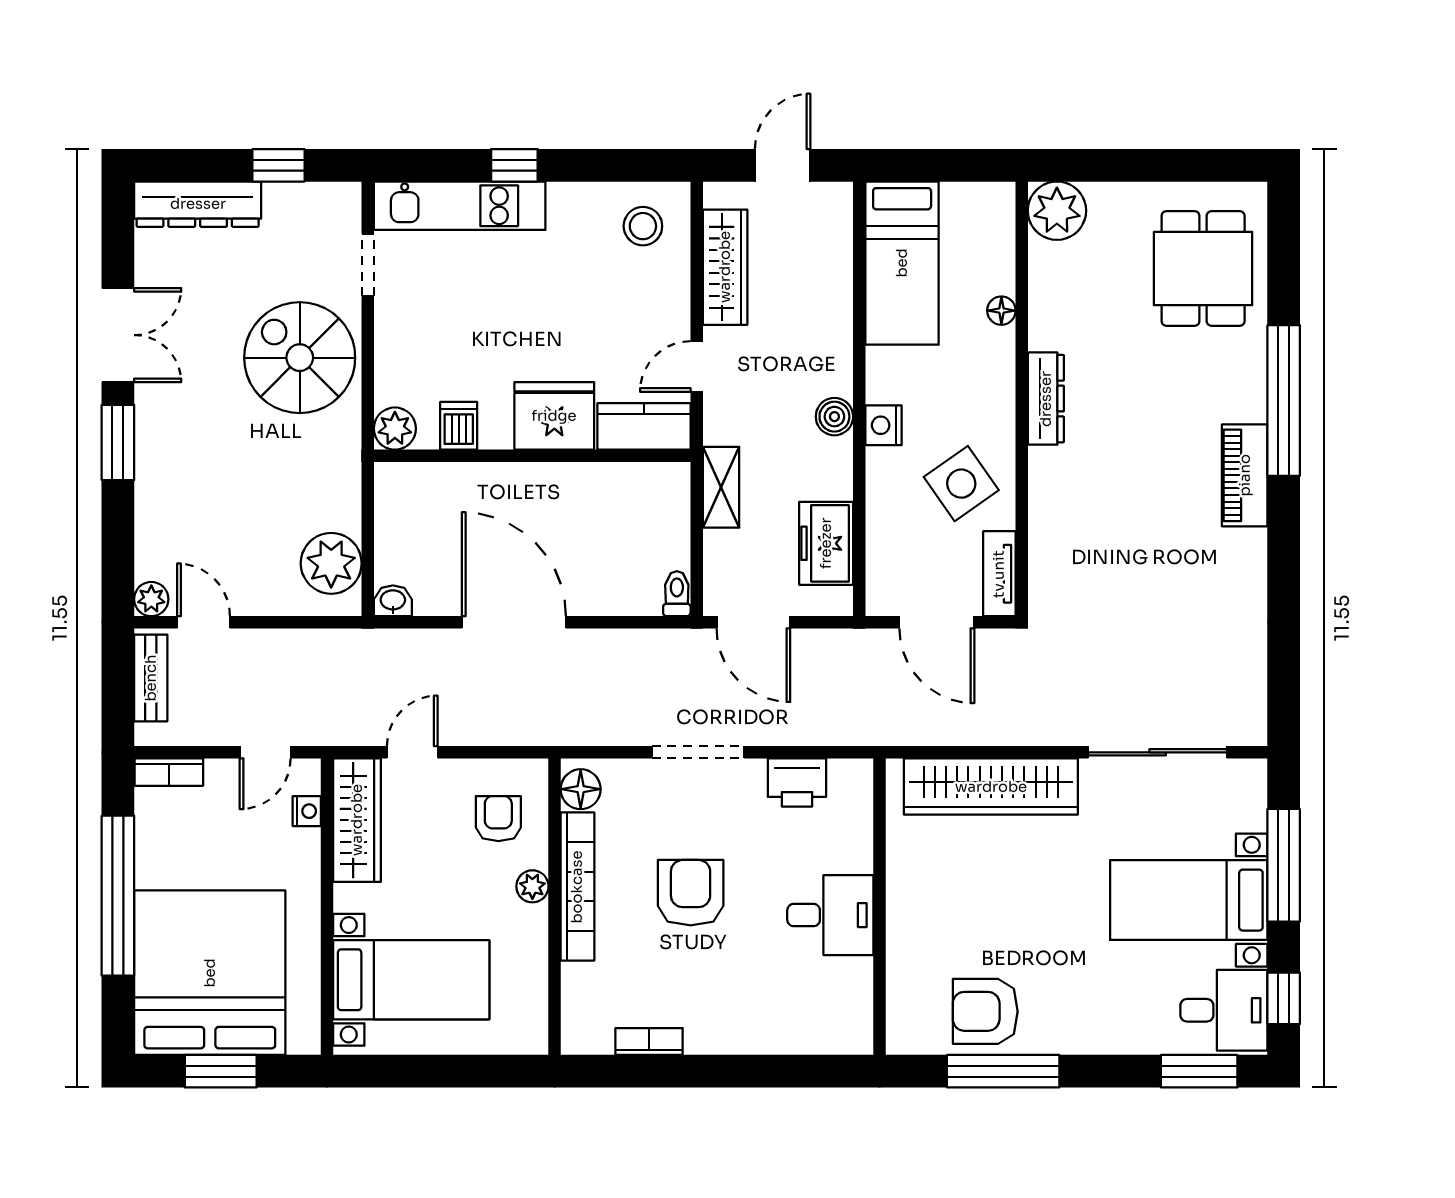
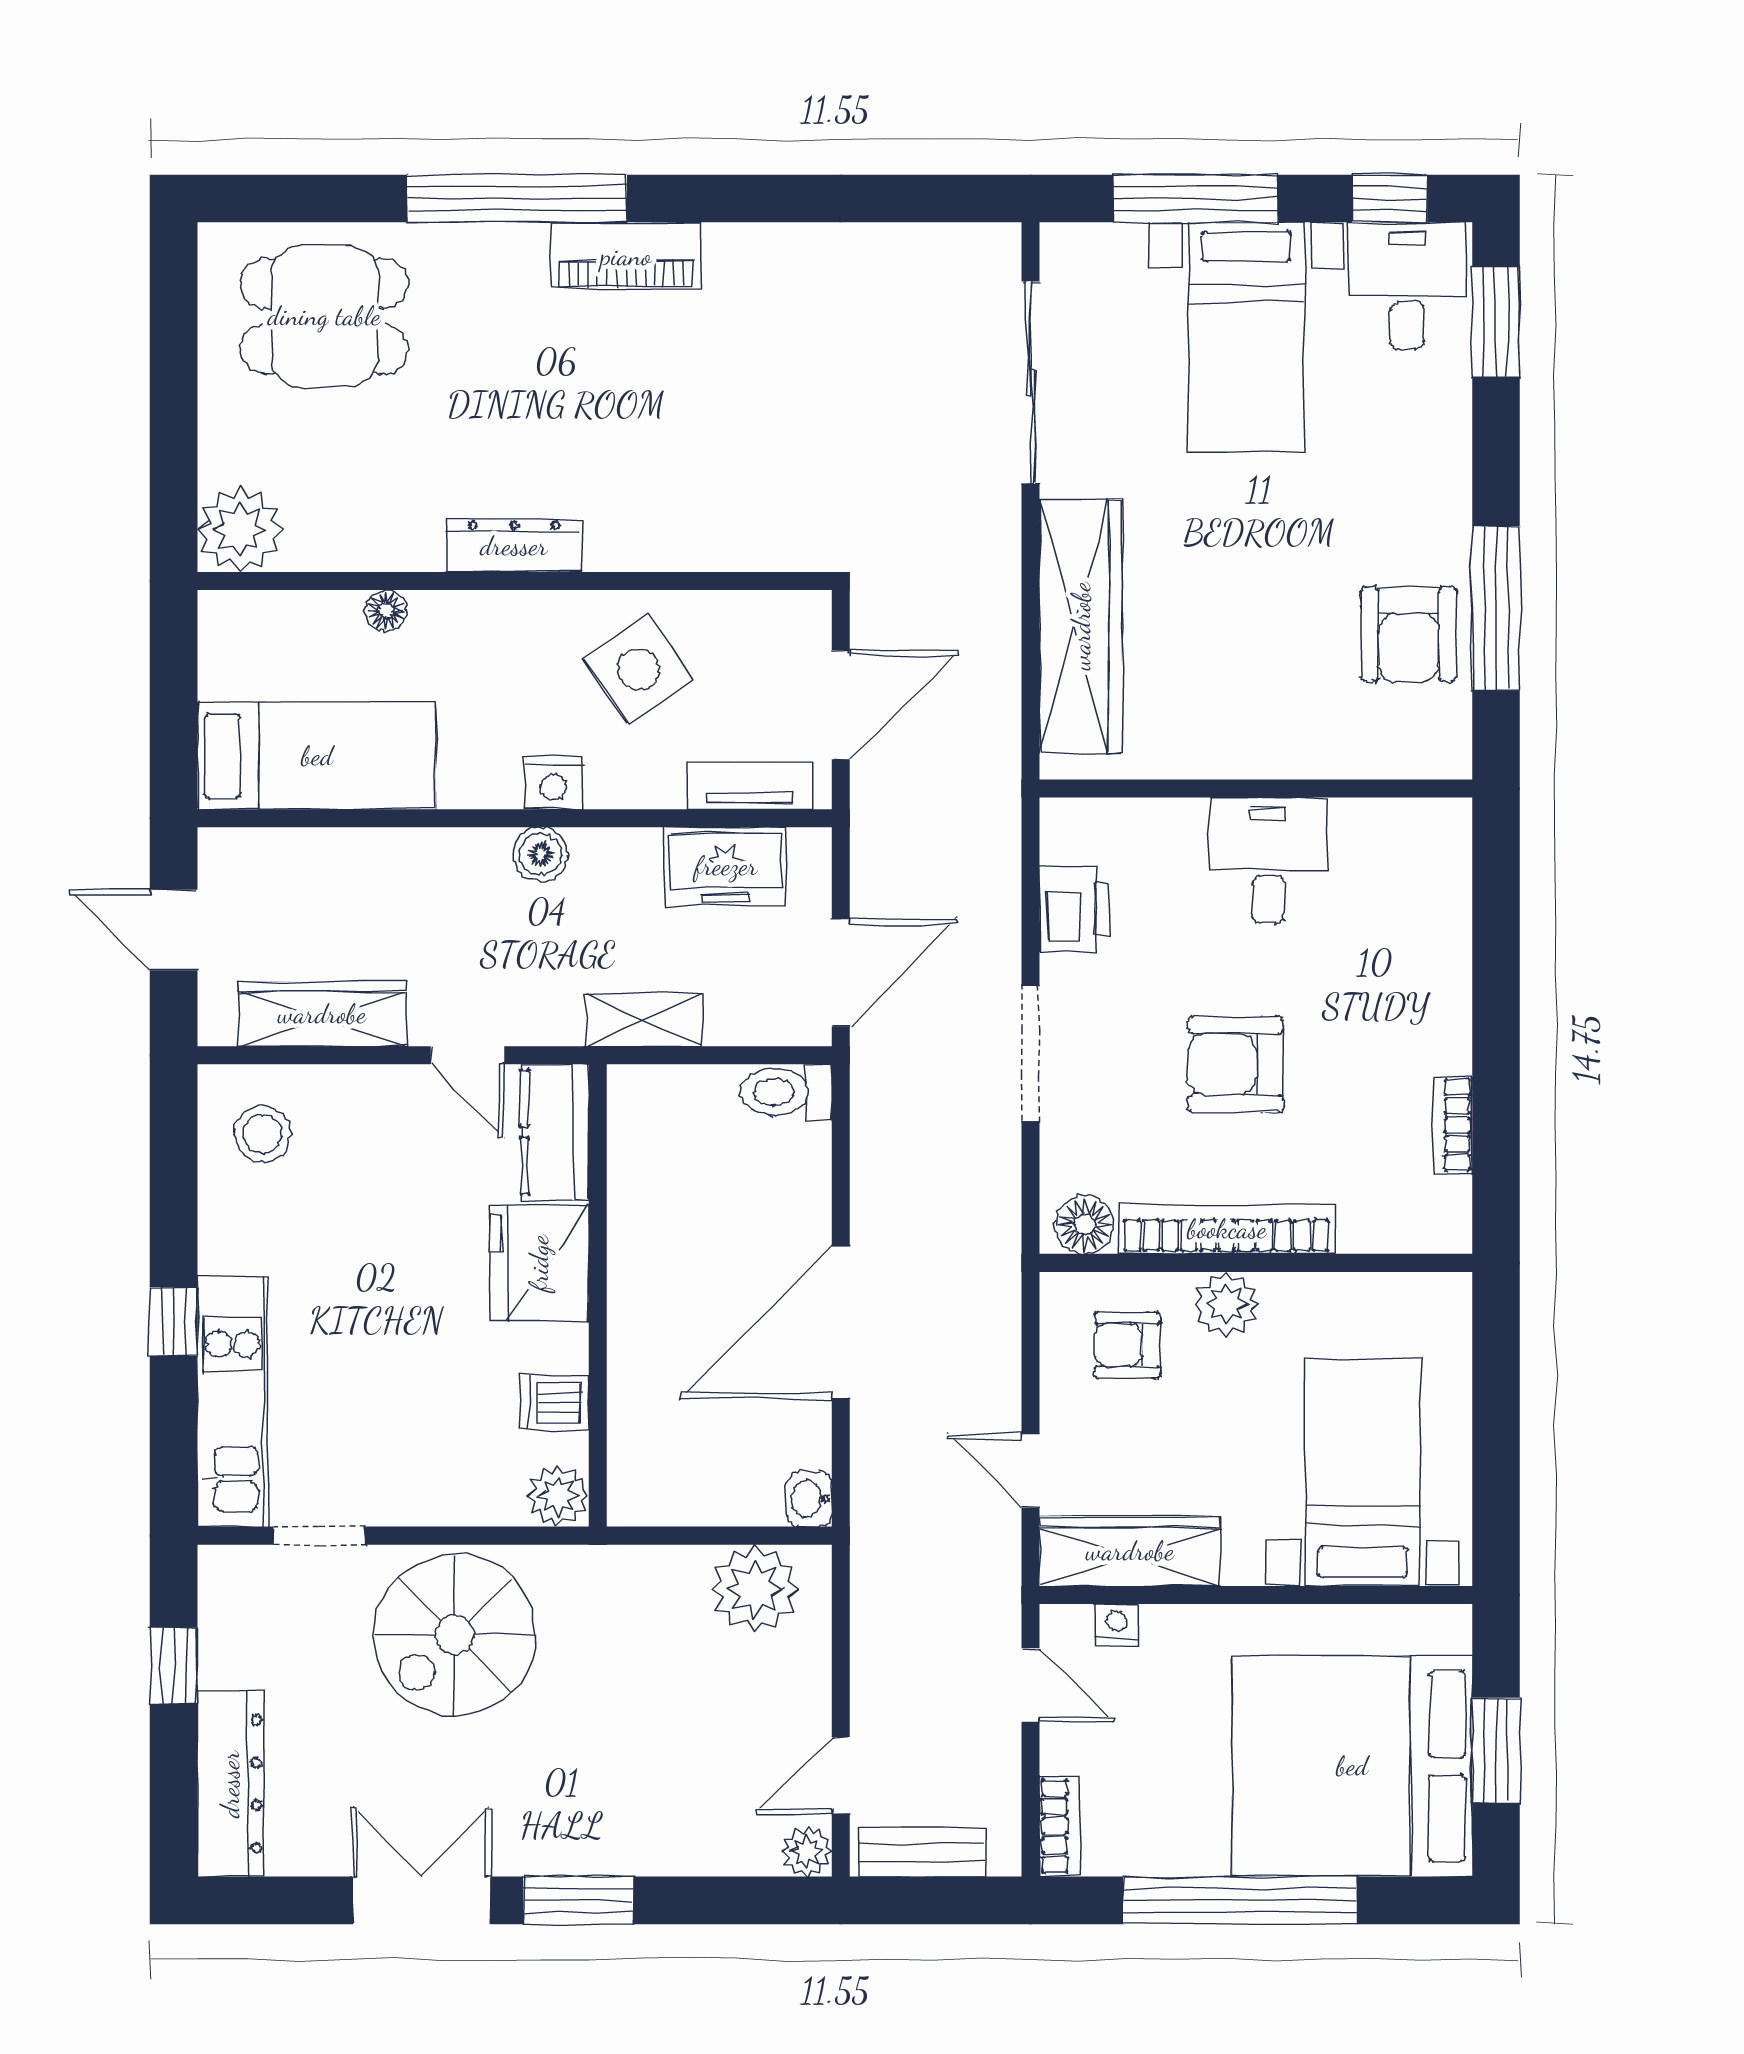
tv unit: (999, 574) -> (750, 786), moved, turned 180
toilet: (677, 594) -> (786, 1092), width x1.37, depth x1.39
plant: (532, 886) -> (1226, 1304), width x1.38, depth x1.38

